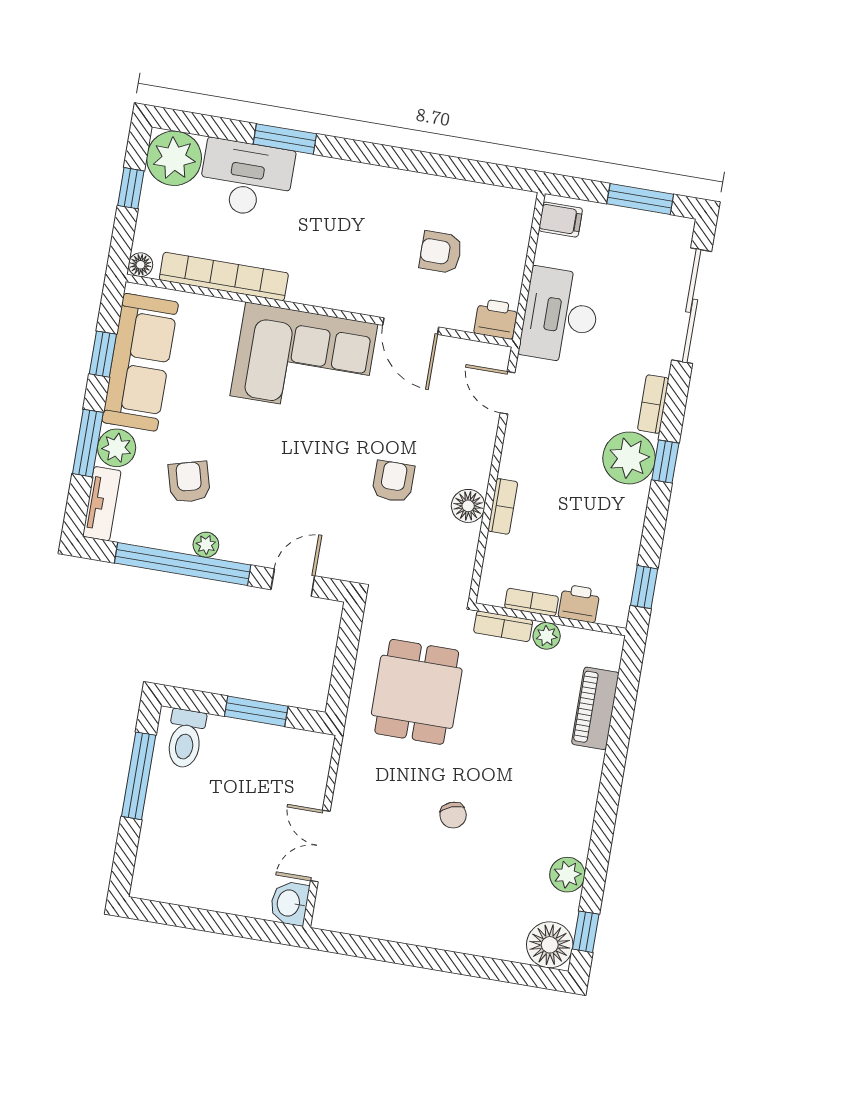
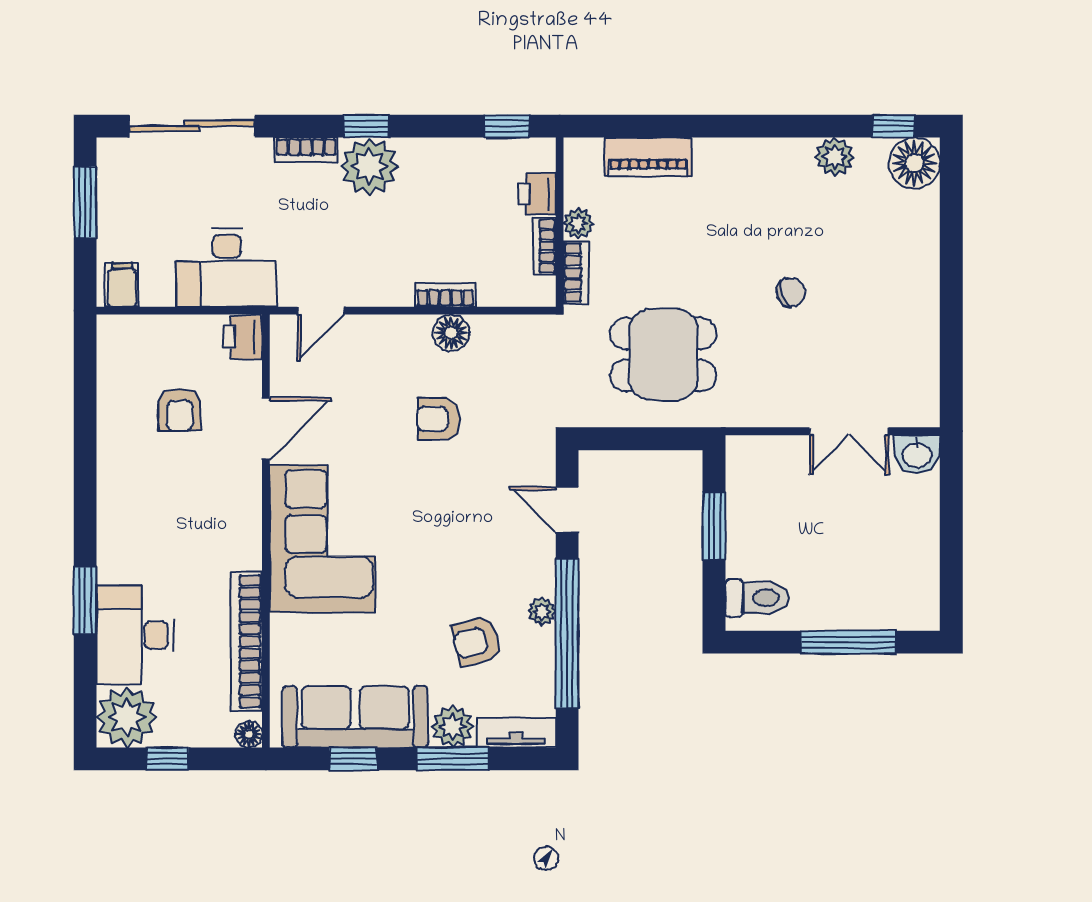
window: (139, 776) -> (848, 642), moved

